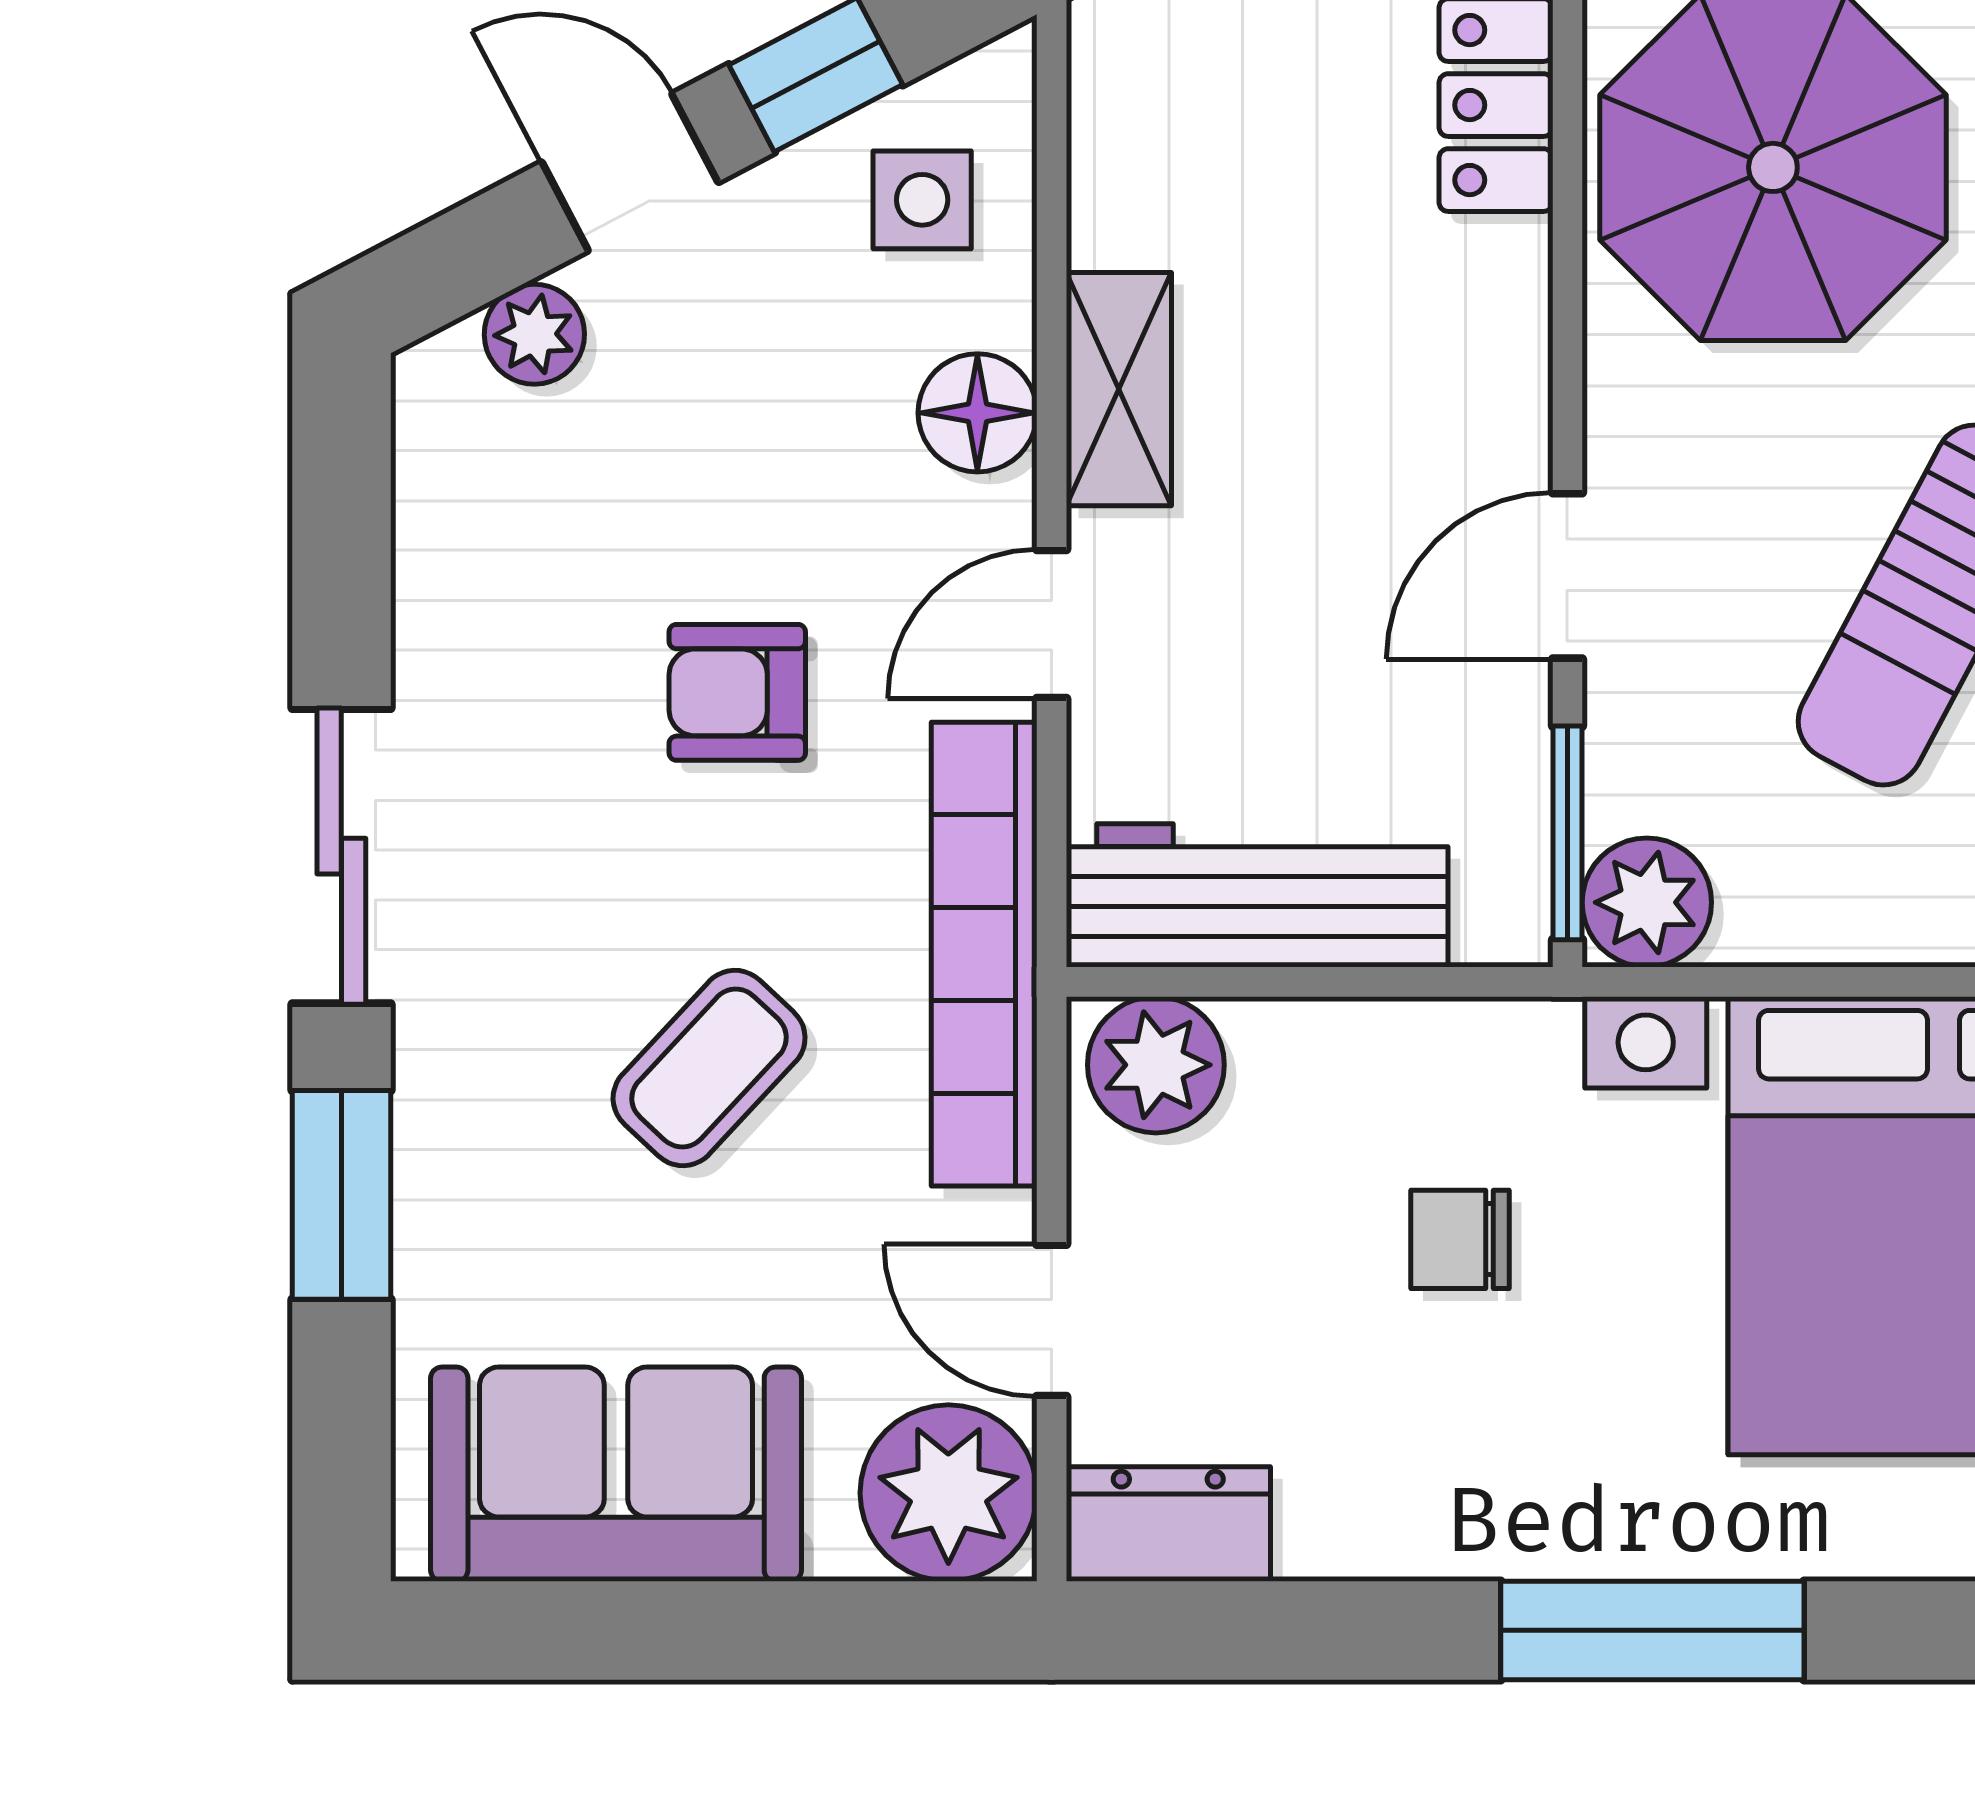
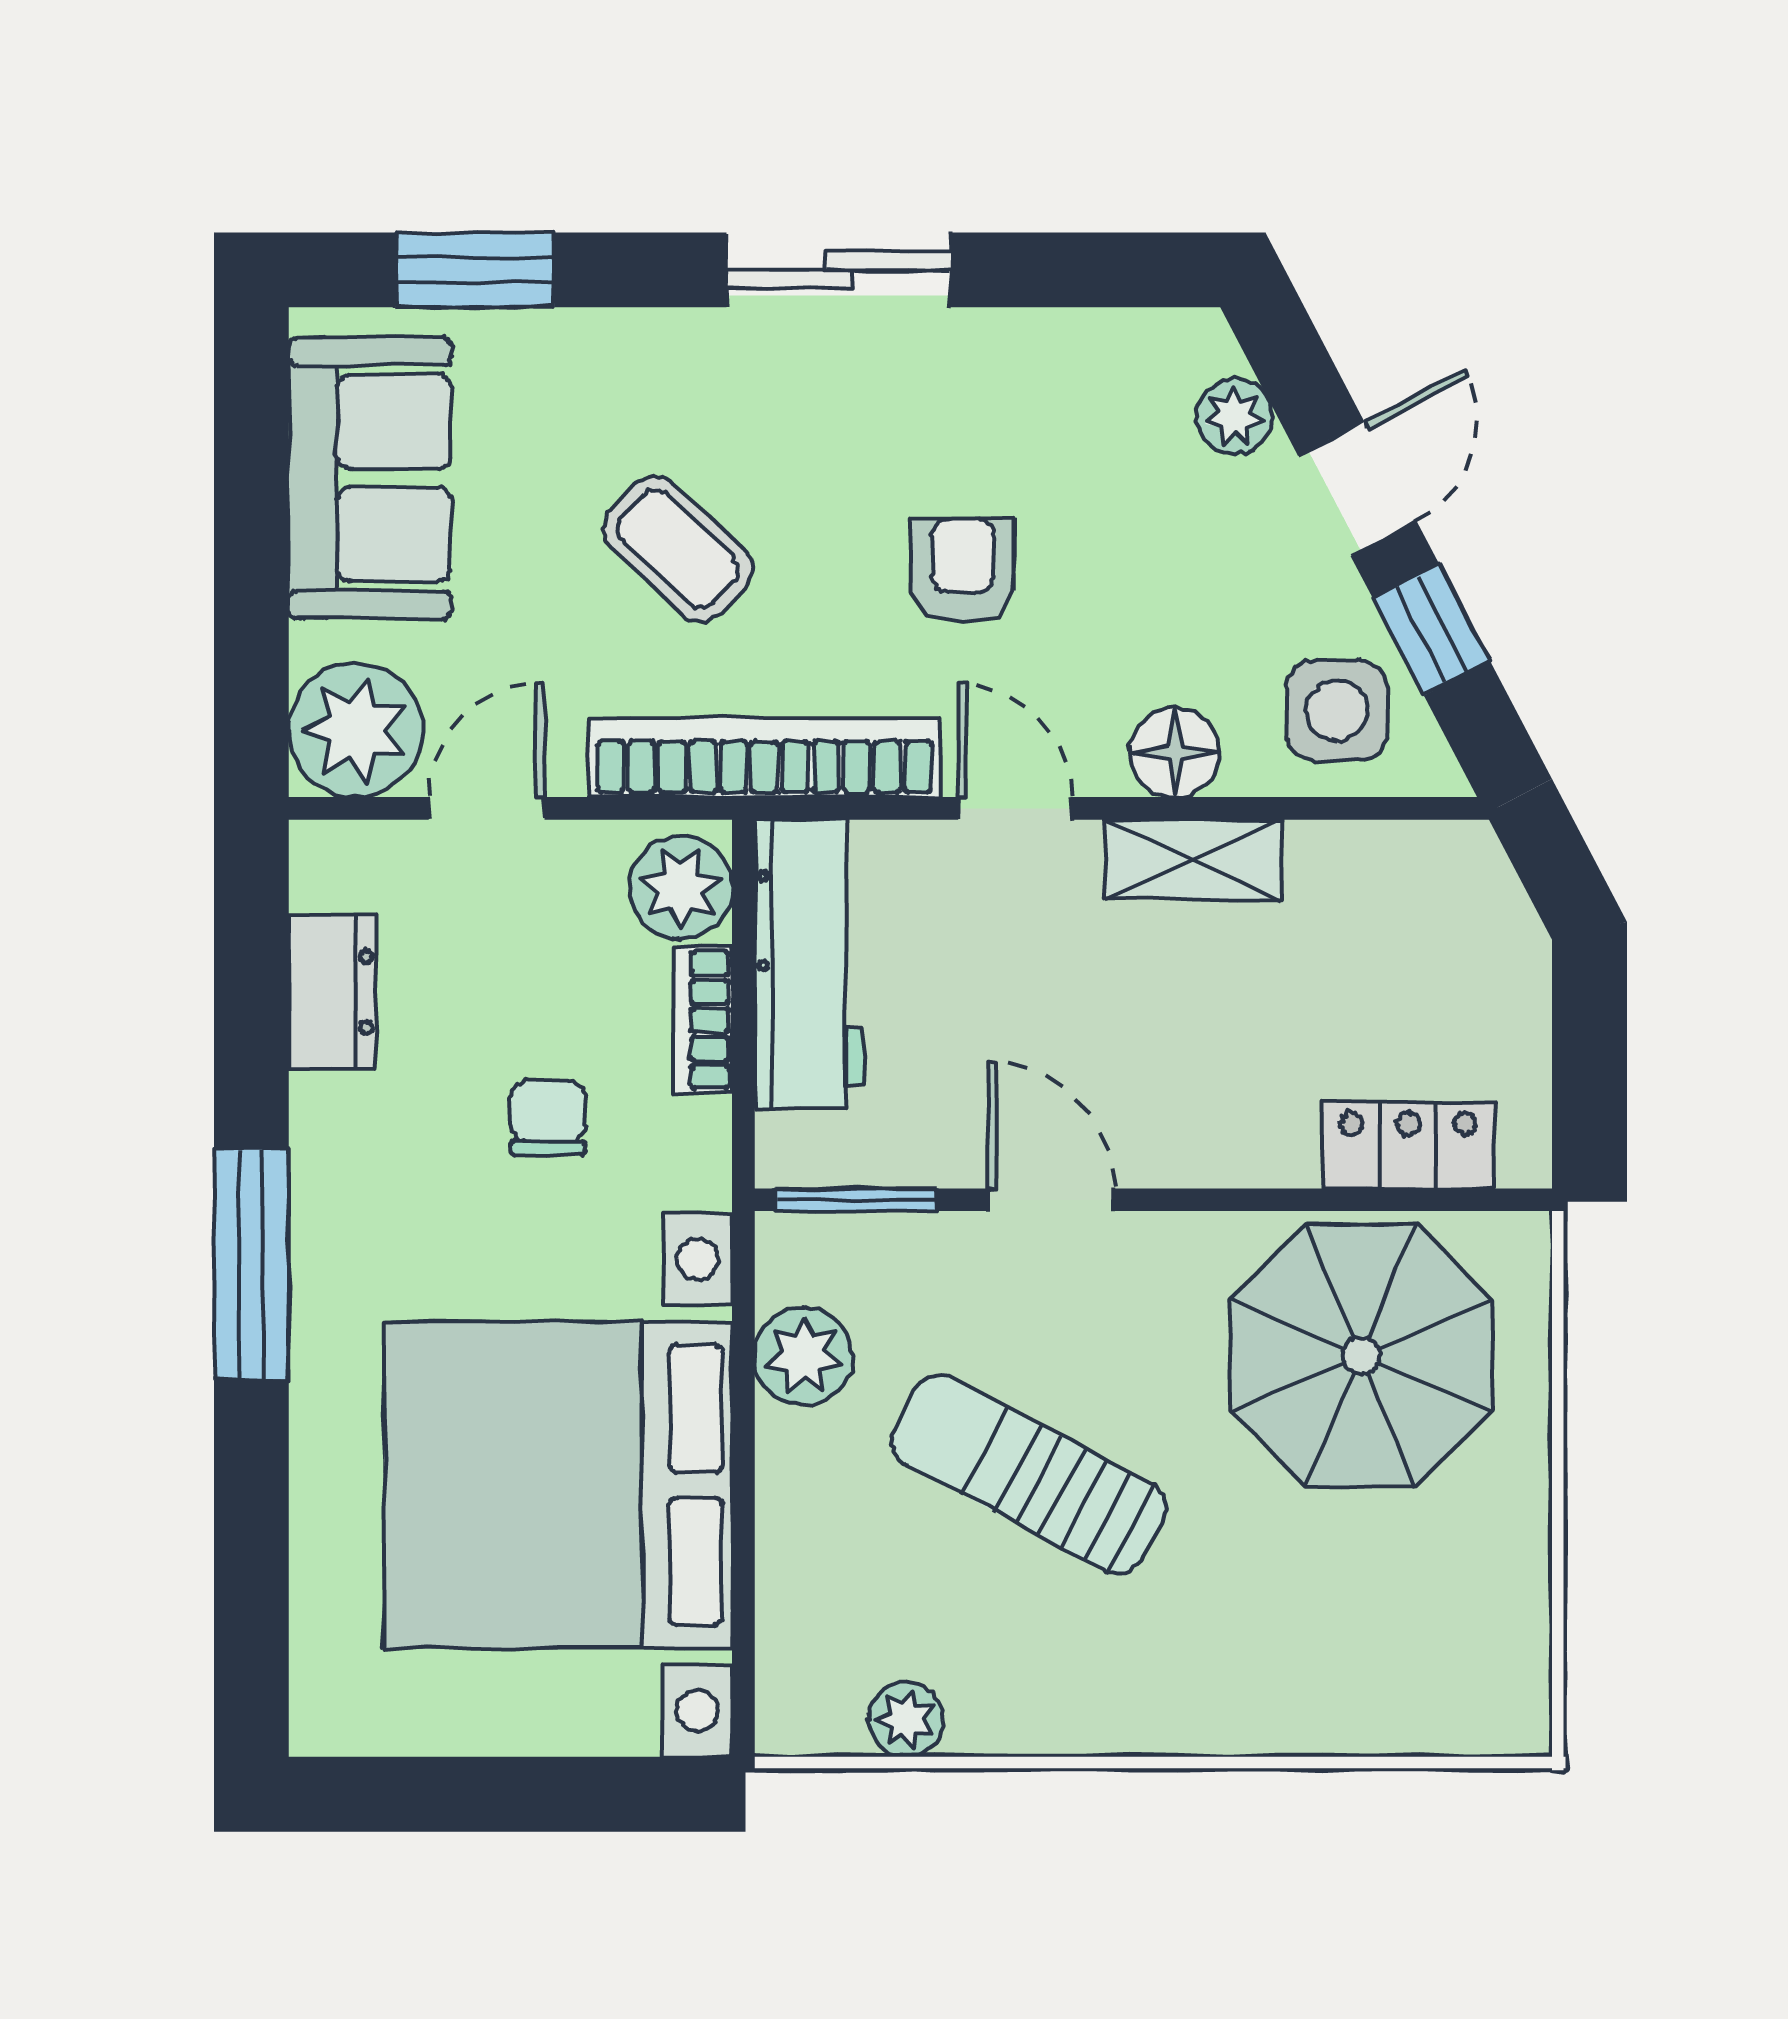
side table: (922, 200) -> (1337, 710), width x1.37, depth x1.37
plant: (1647, 902) -> (804, 1356), moved
bookcase: (1331, 1035) -> (703, 1020), added
window: (341, 1195) -> (475, 270), moved
dresser: (1168, 1524) -> (332, 992), moved

